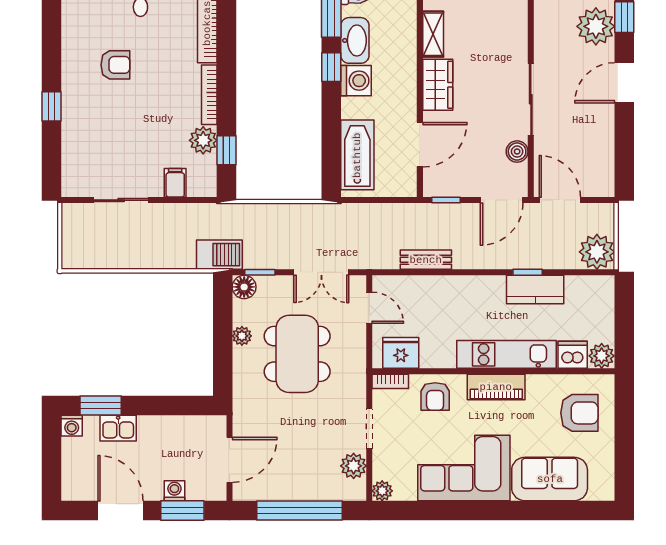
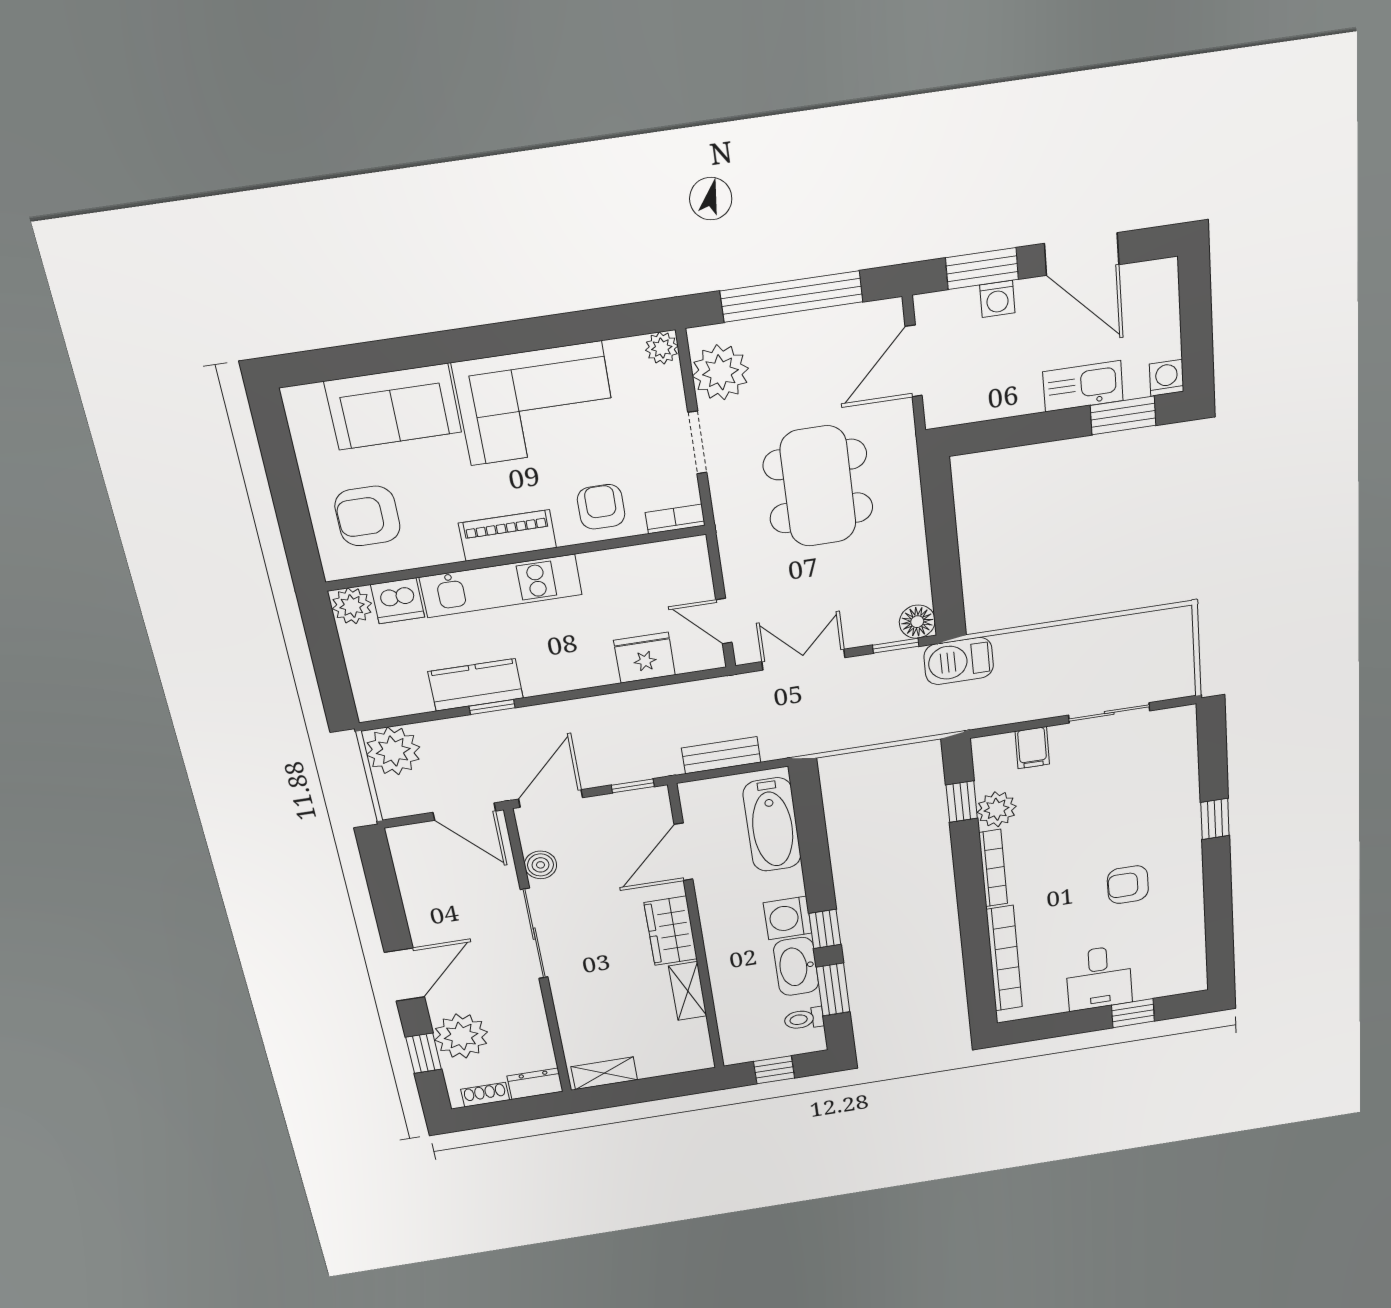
bench: (426, 260) -> (721, 755), moved
plant: (242, 336) -> (913, 551), removed
fridge: (401, 353) -> (645, 658), moved, turned 180
dining table: (297, 354) -> (818, 486), moved
kitchen sink: (118, 428) -> (1083, 386), width x1.38
plant: (354, 466) -> (720, 372), width x1.36, depth x1.36

